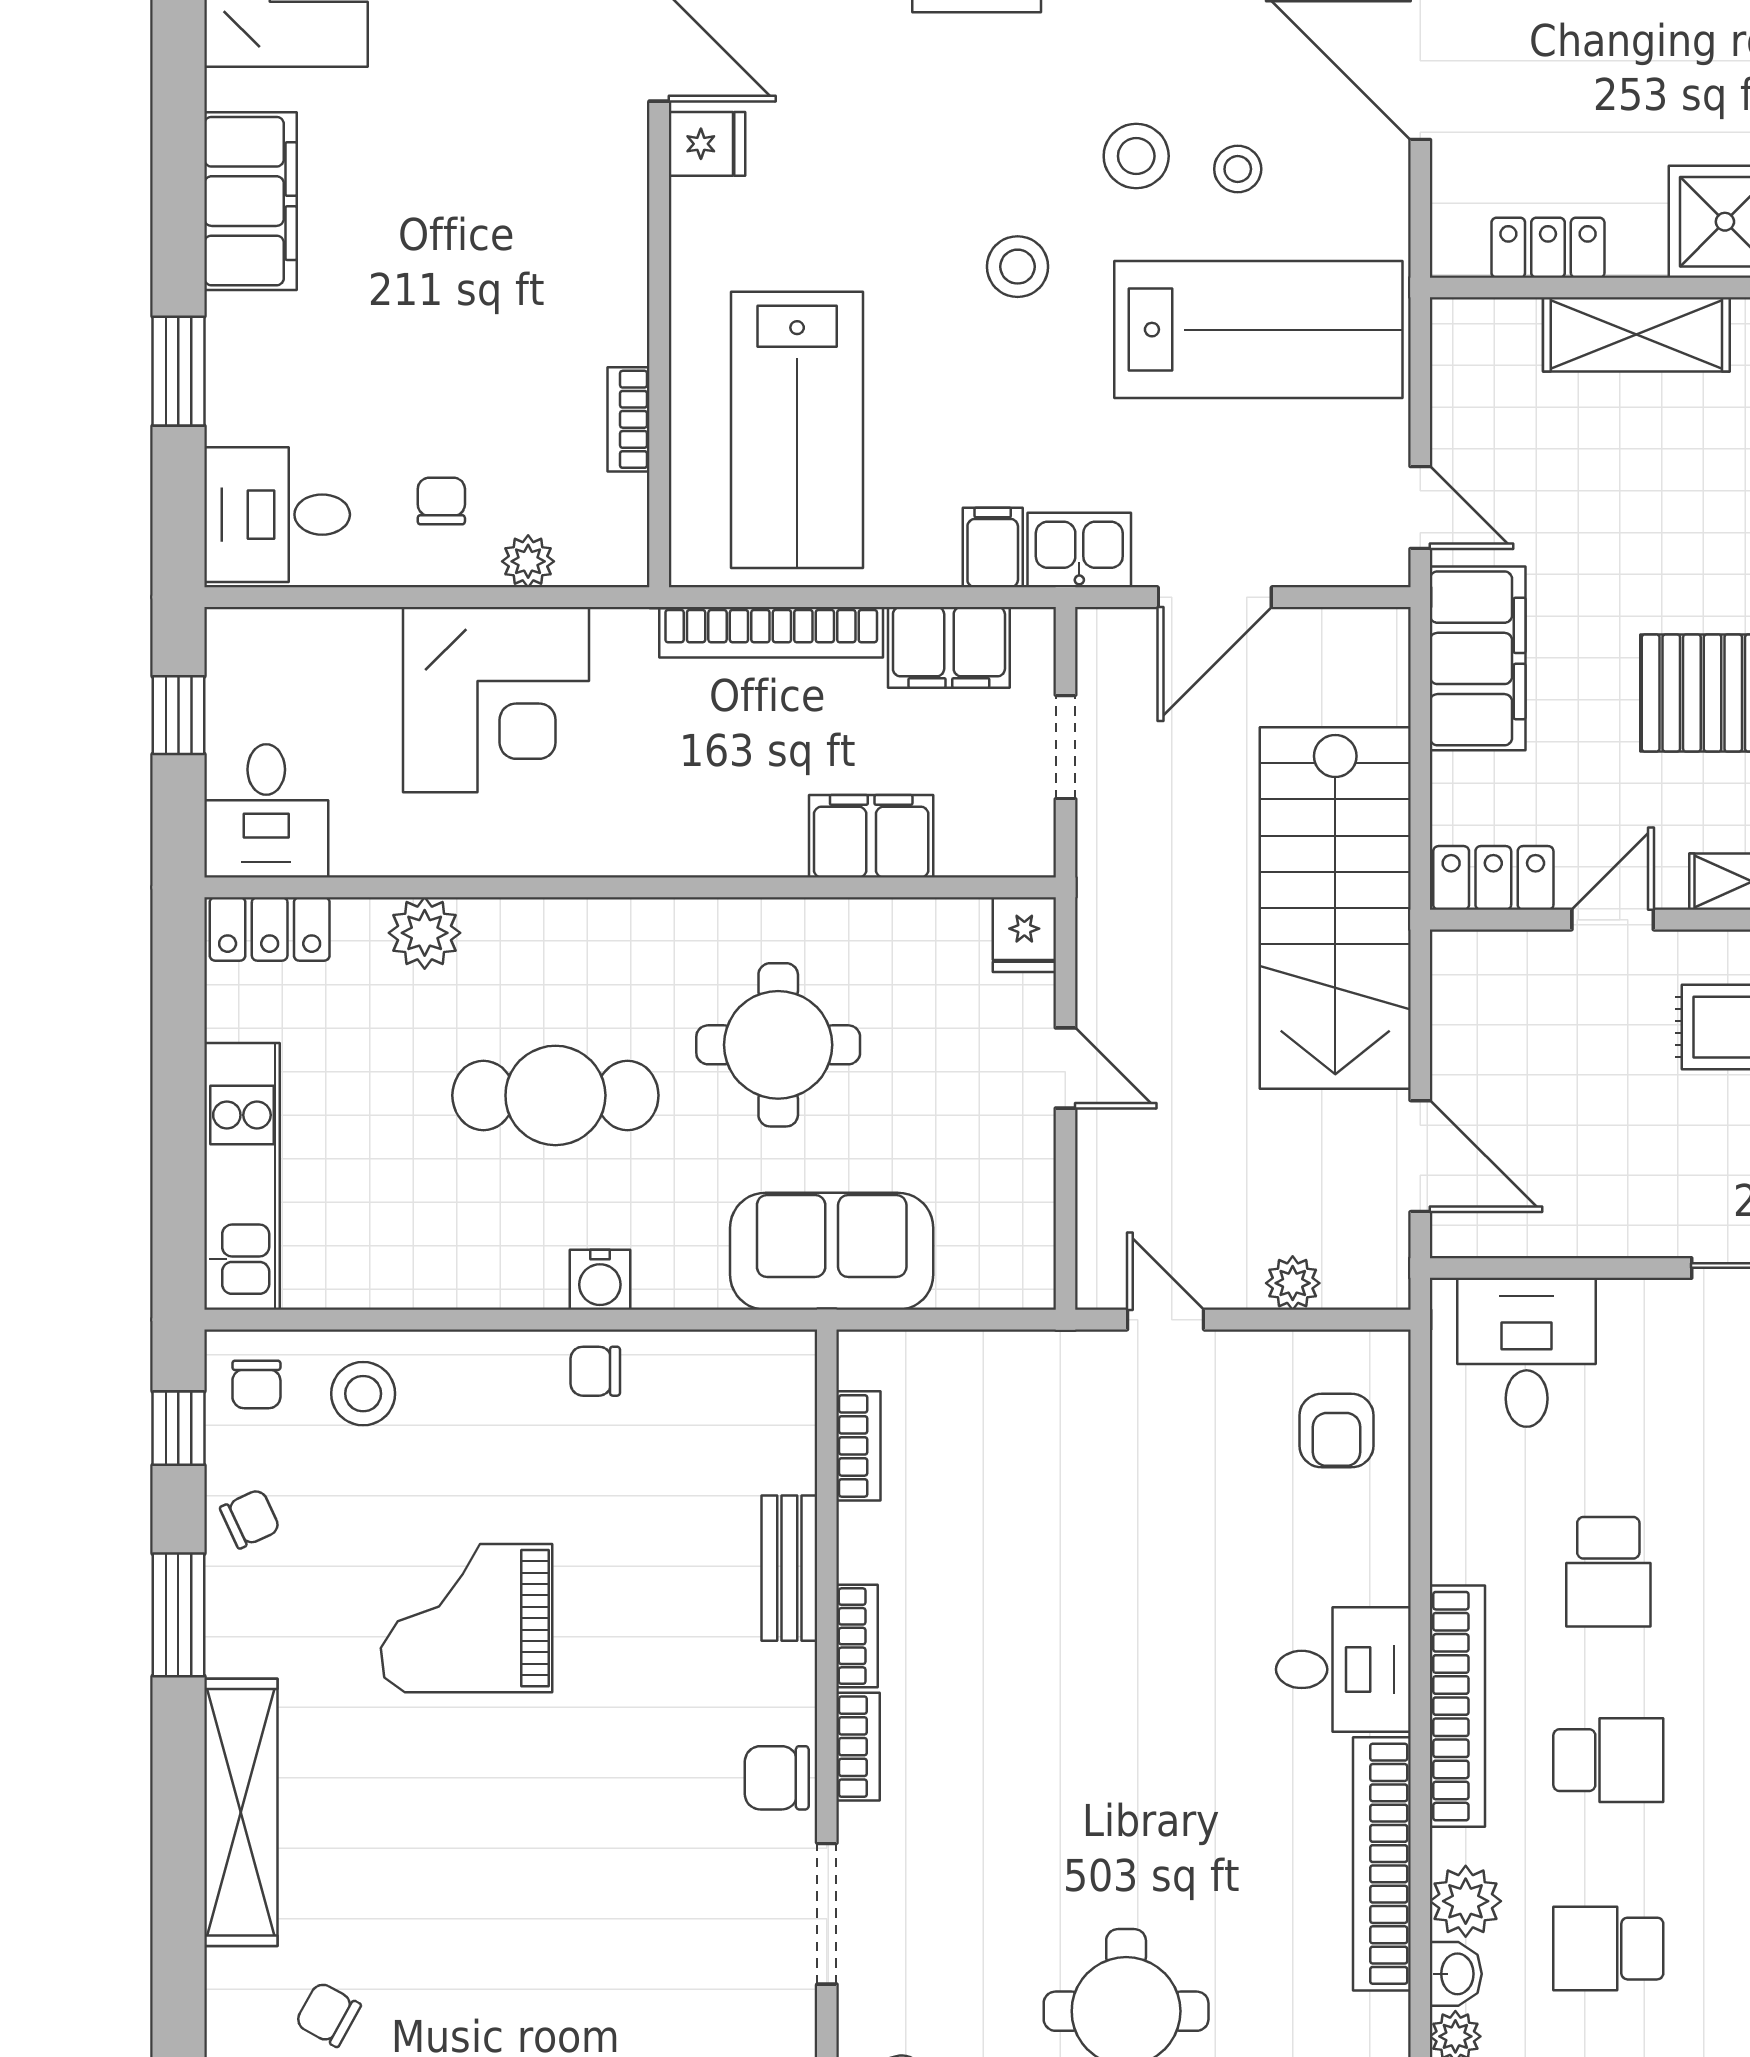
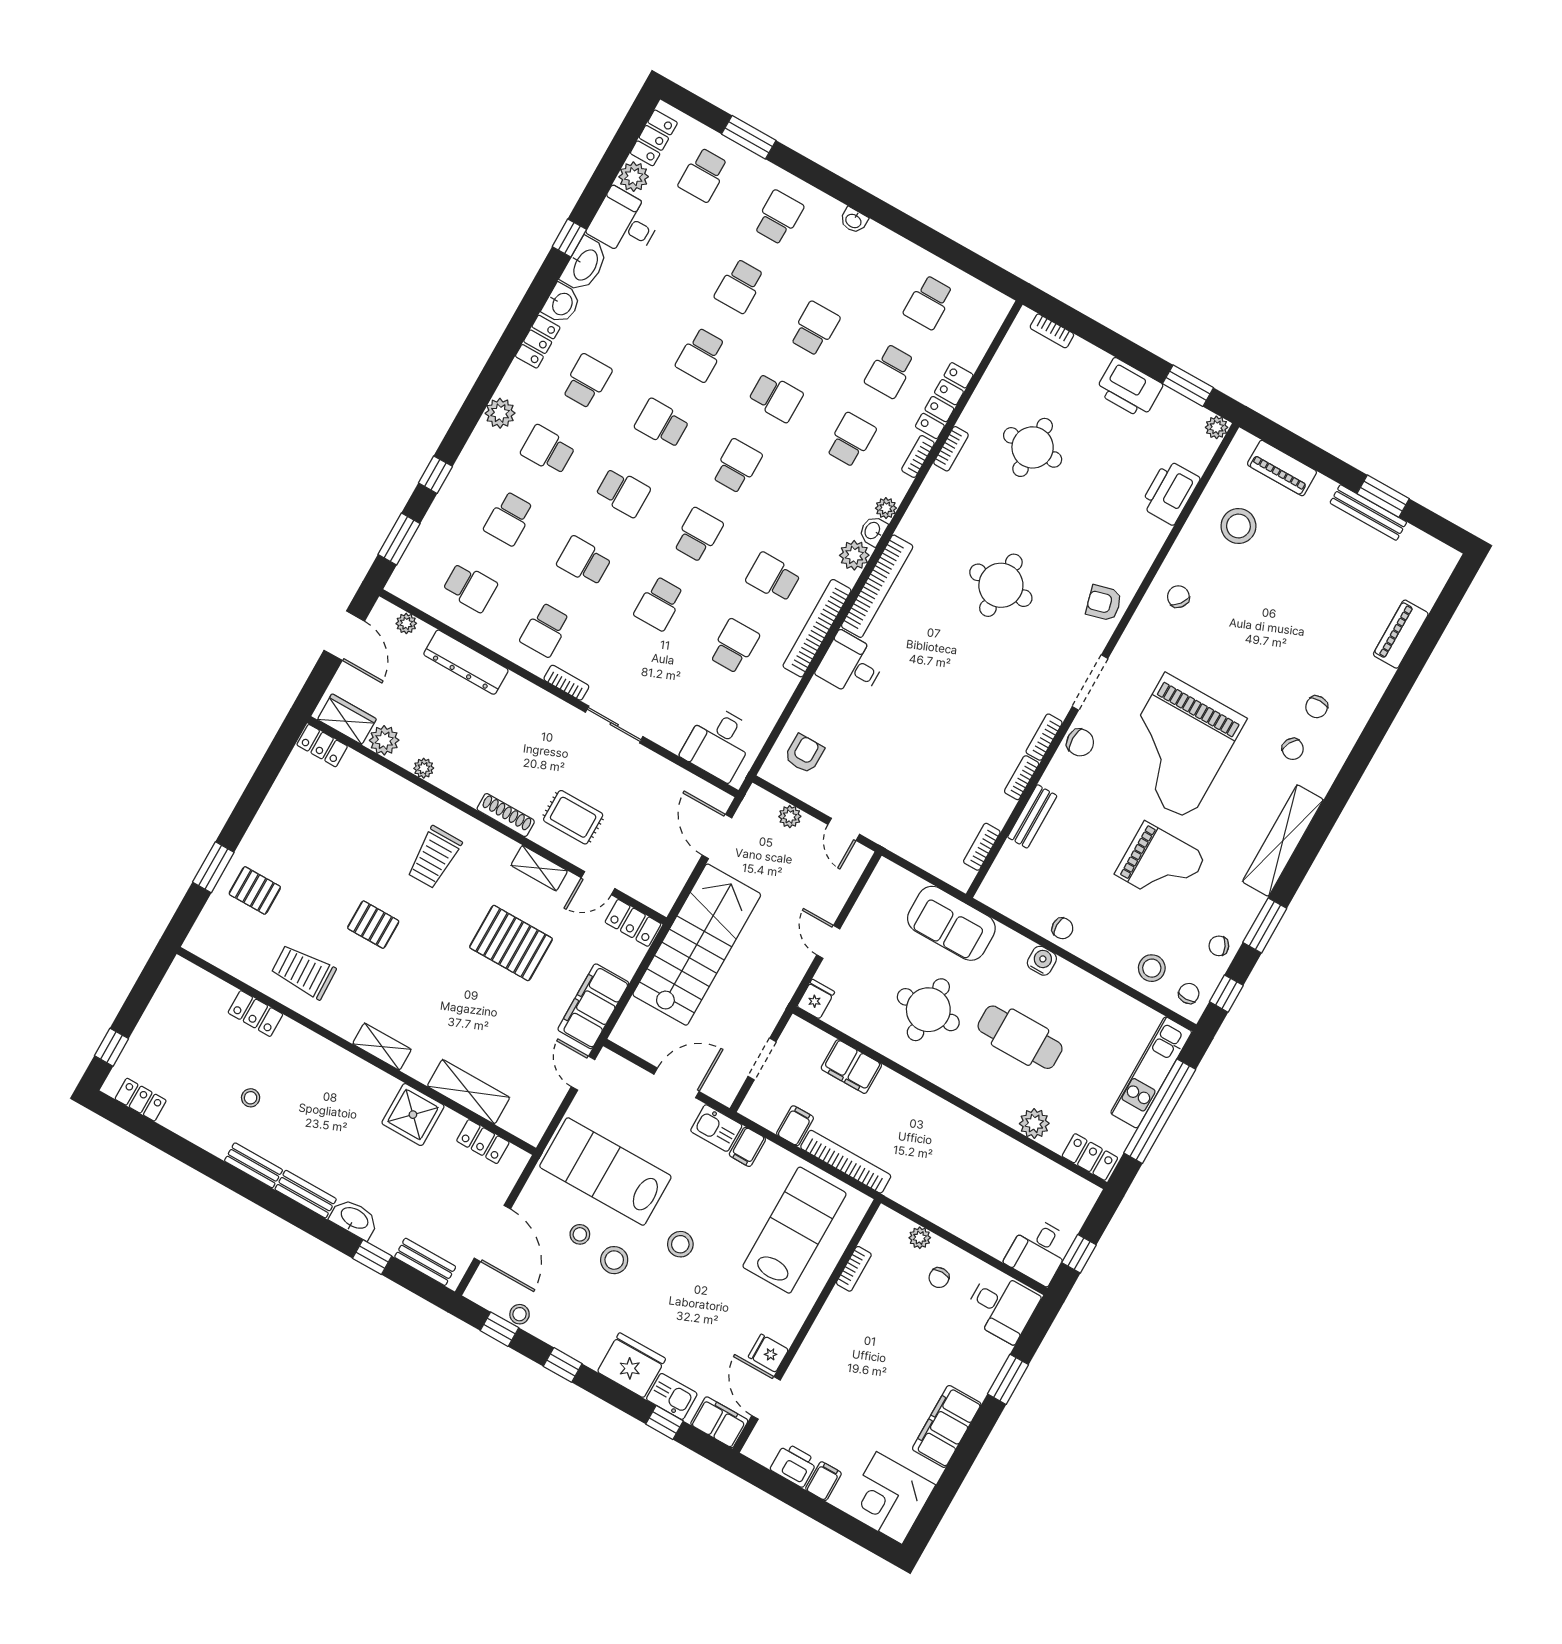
filing cabinet: (949, 647) -> (795, 1126), width x0.50
corner desk: (496, 700) -> (960, 1194), removed
desk: (266, 811) -> (1038, 1251), moved, turned 180
window: (178, 1106) -> (1160, 1111), added
grand piano: (570, 1883) -> (1177, 747), added
school desk: (1608, 1949) -> (812, 509), removed

